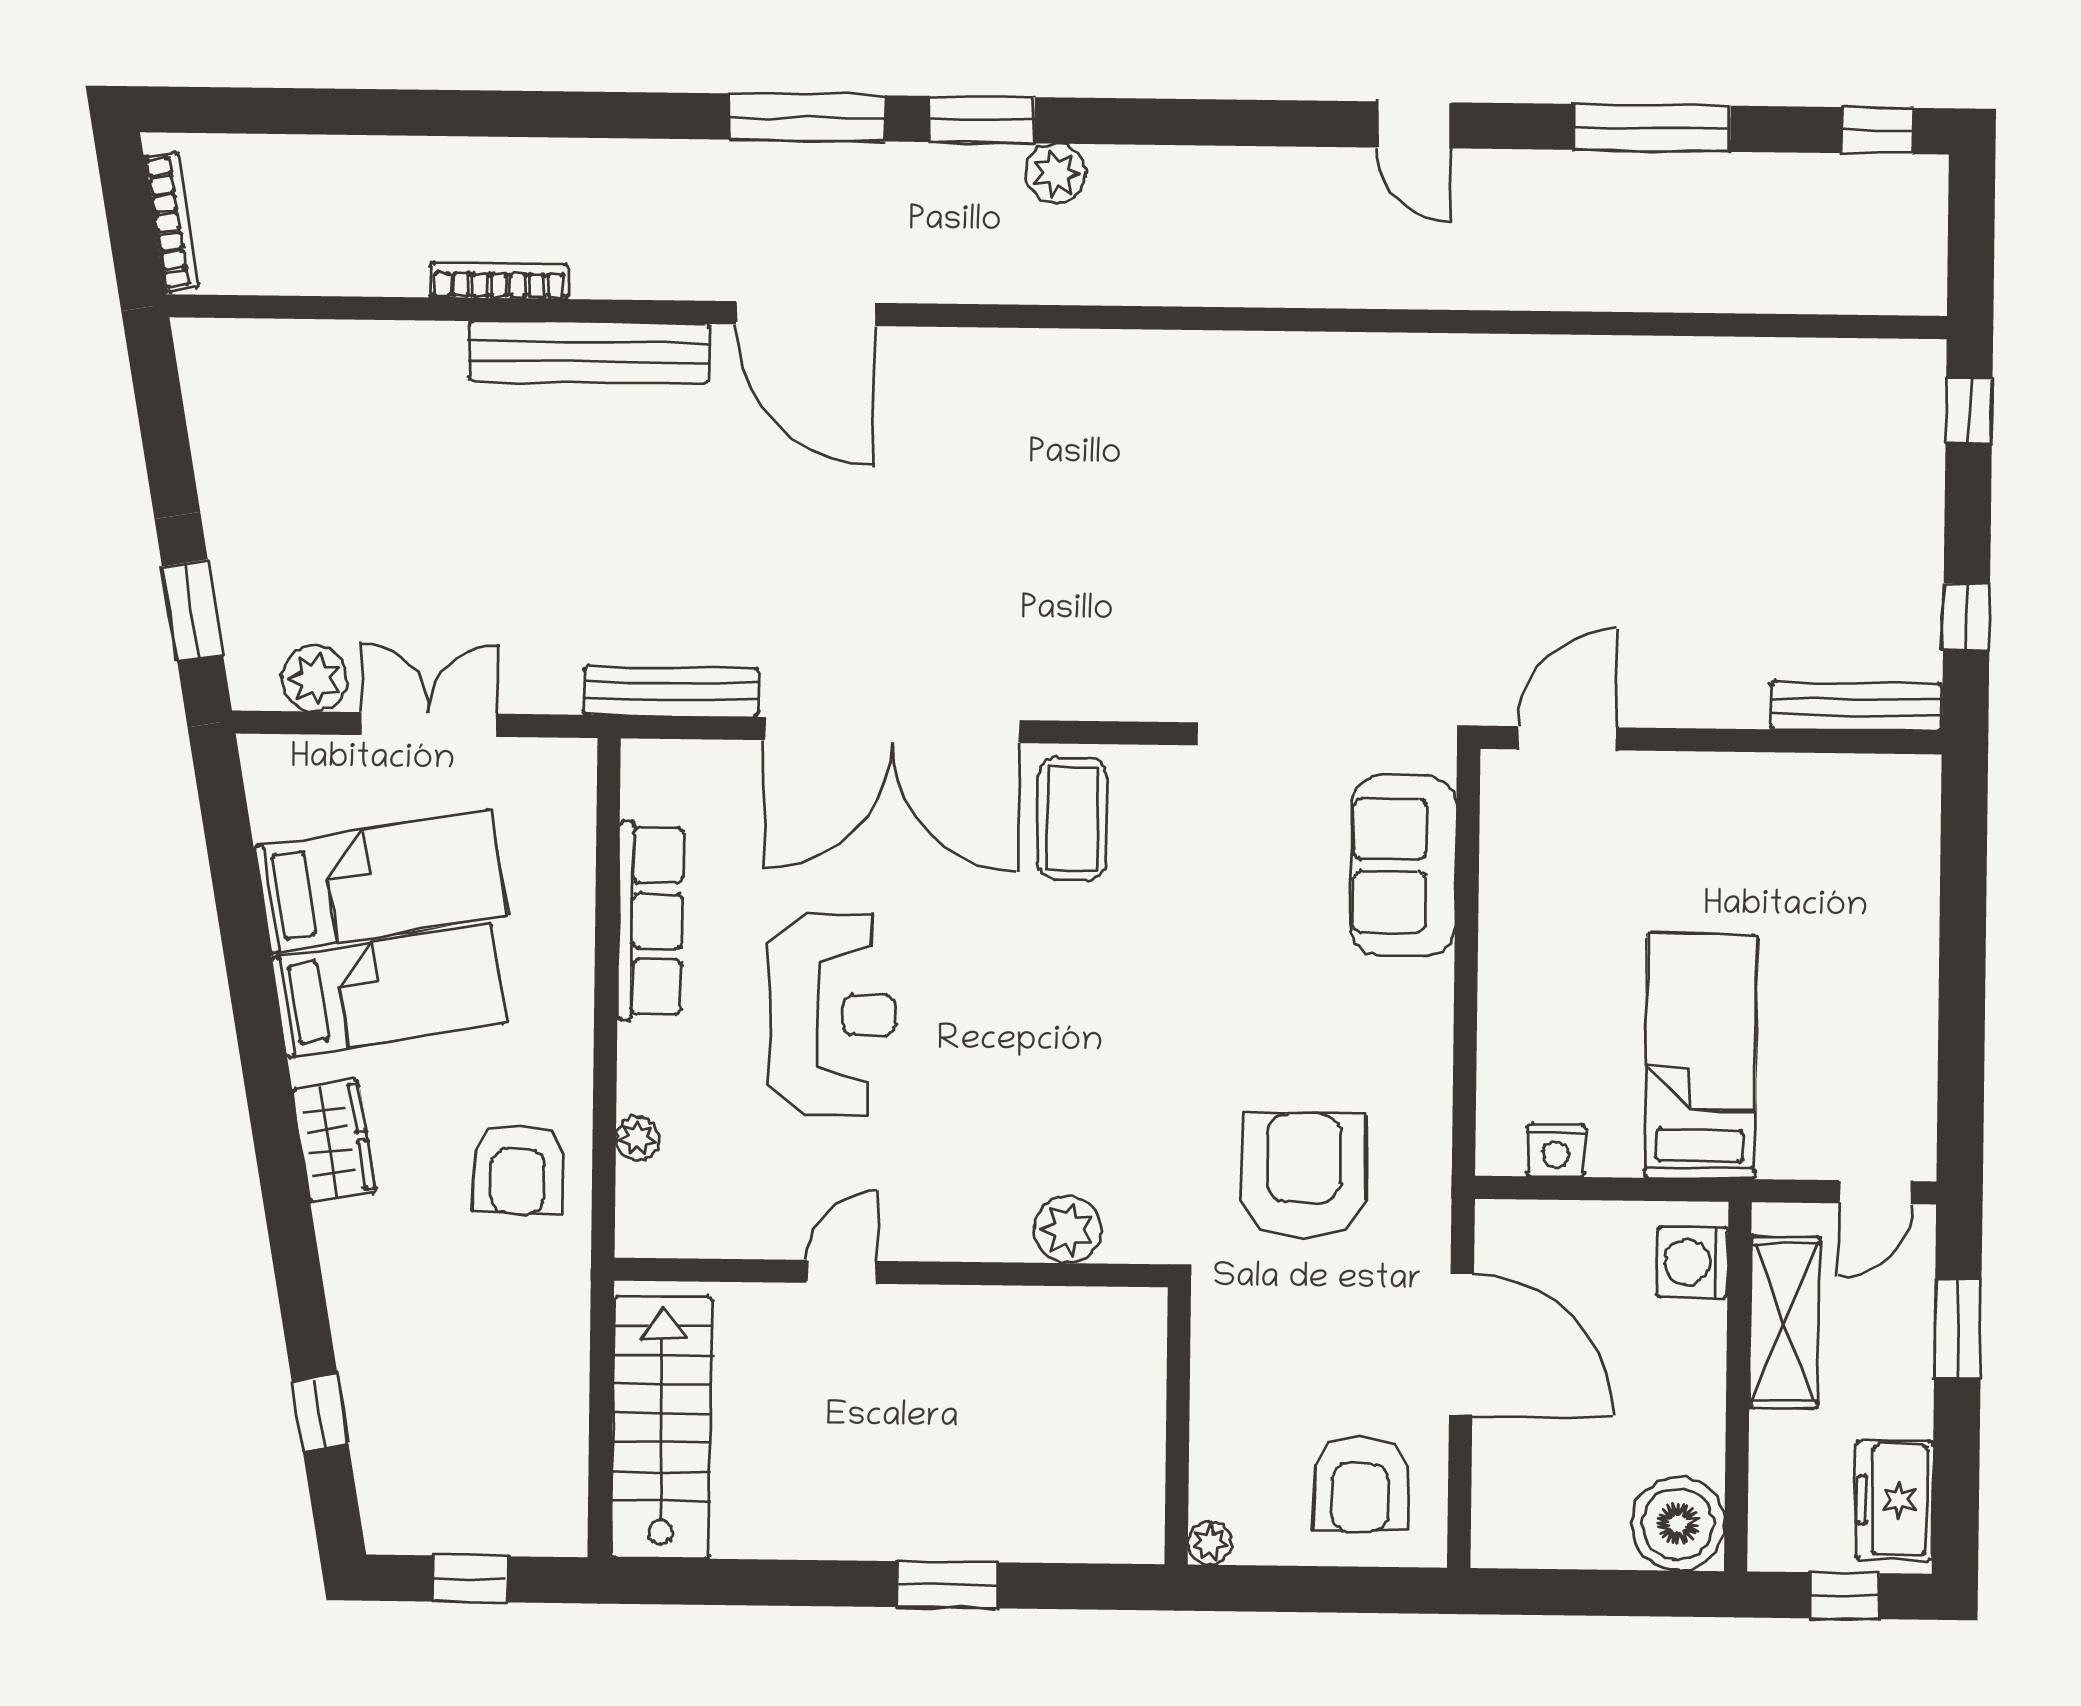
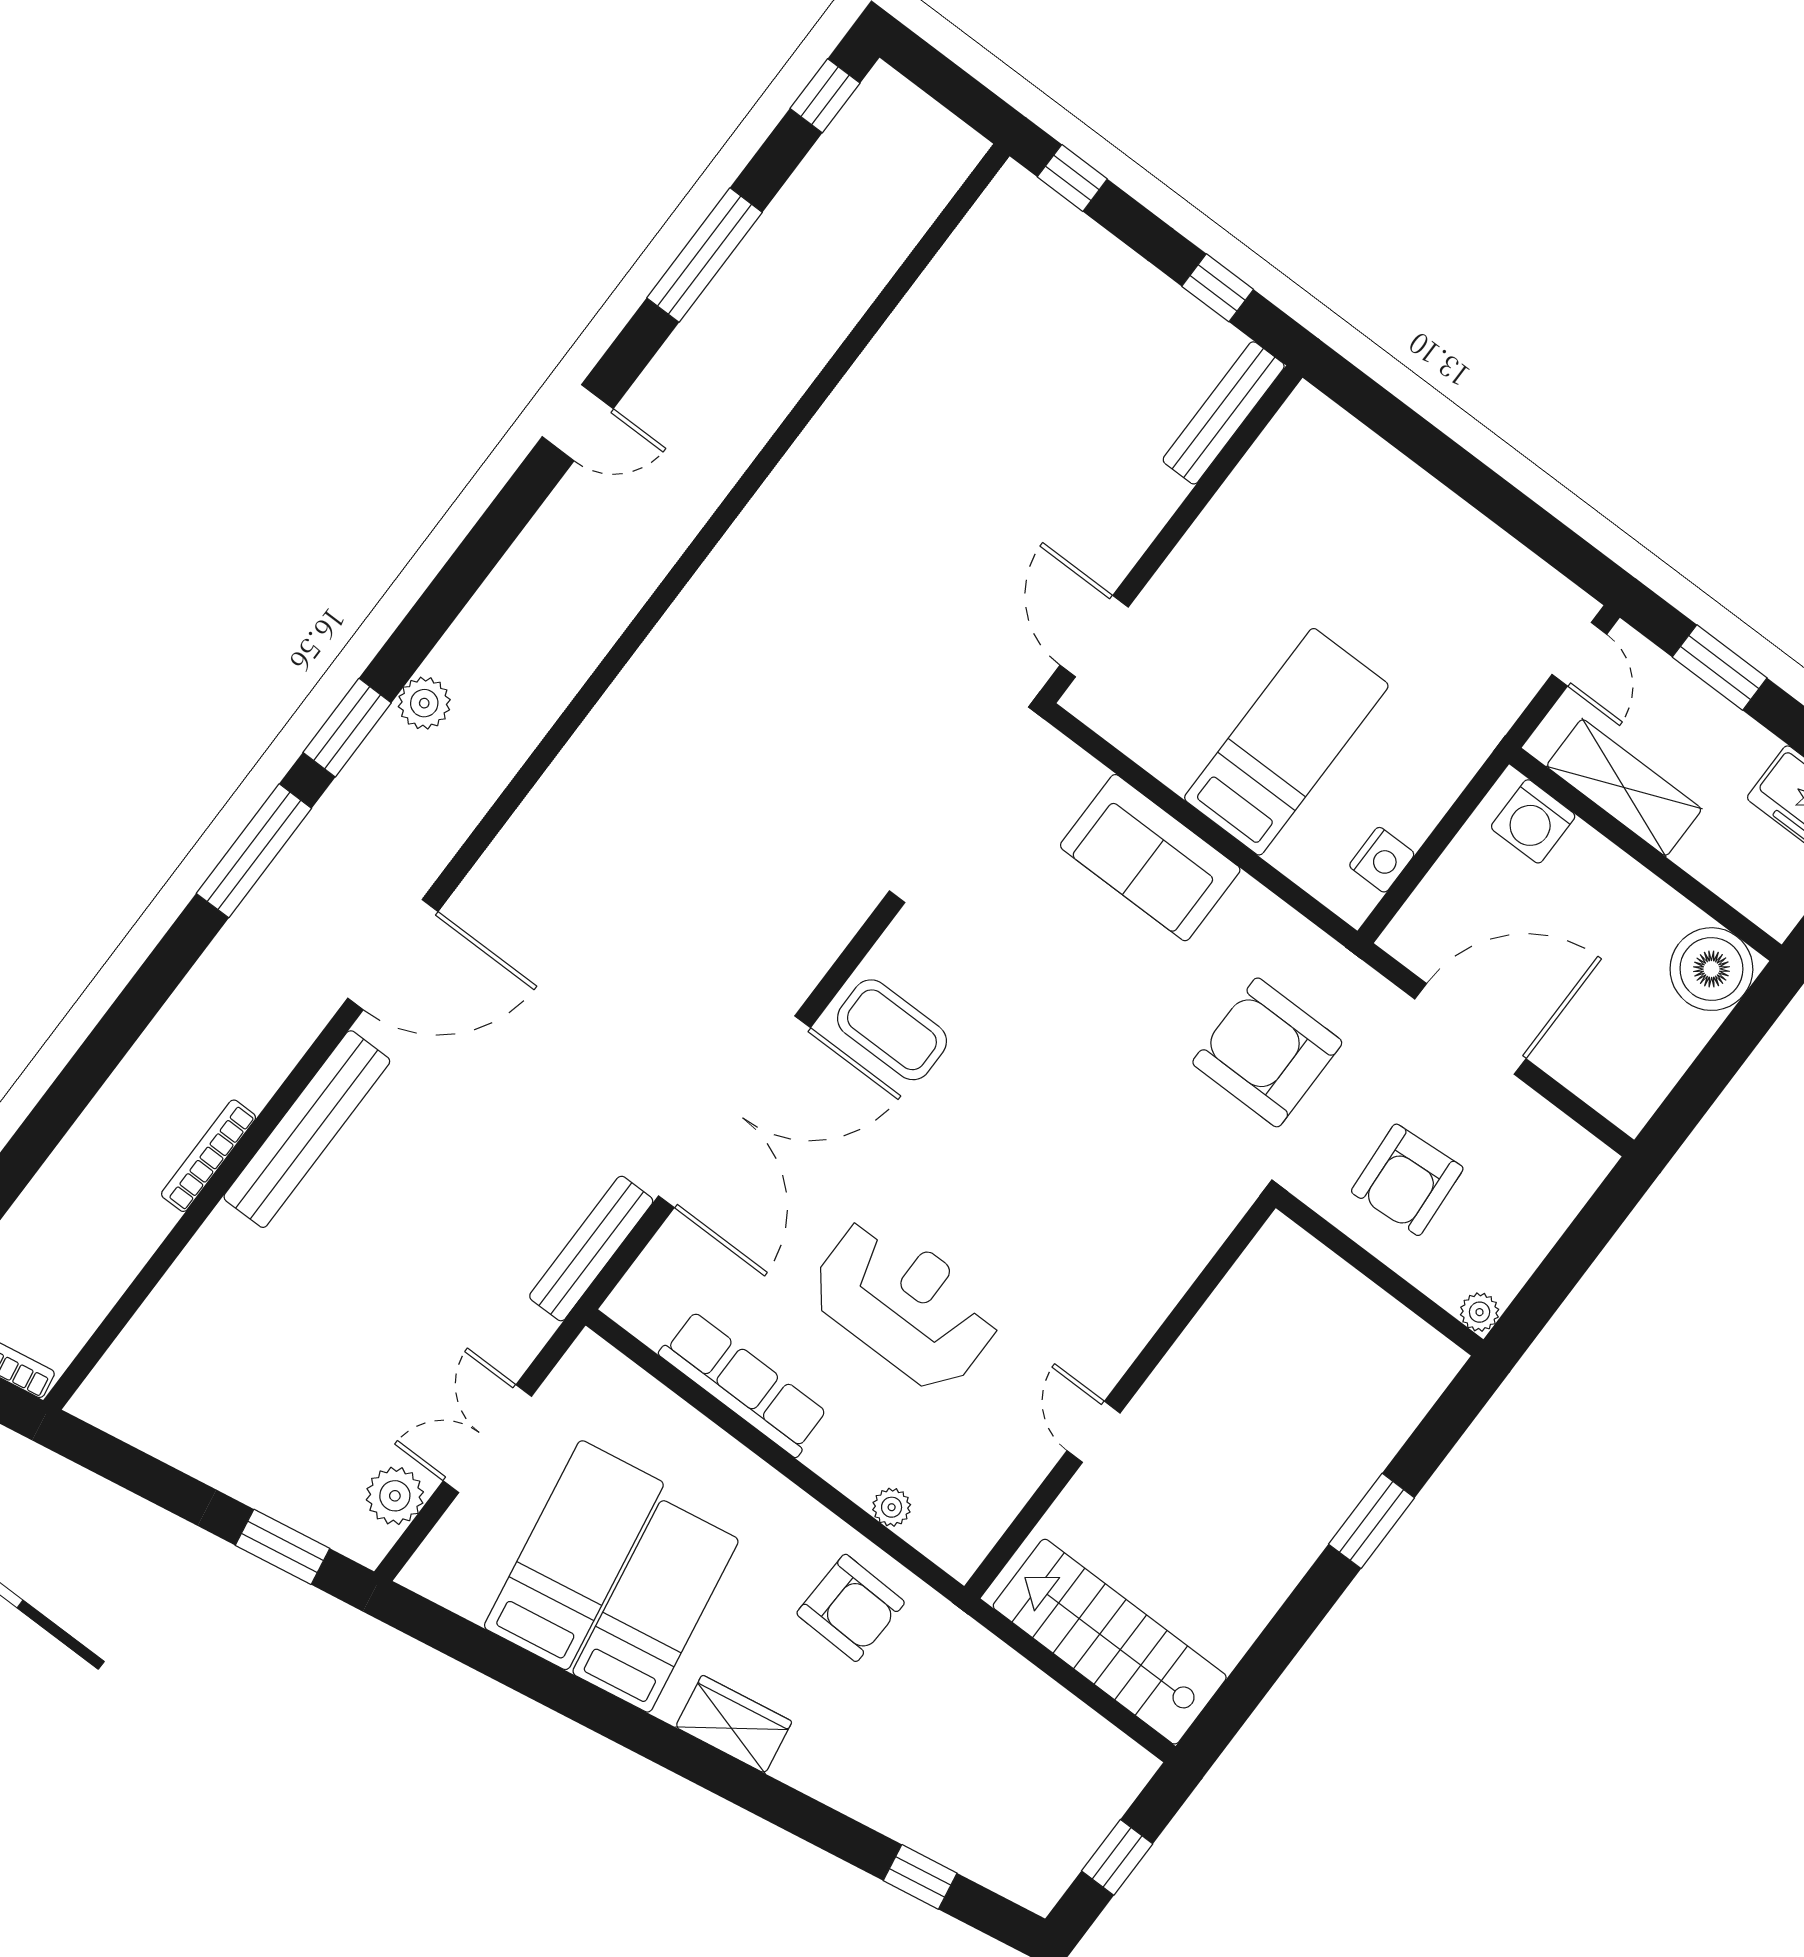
sofa: (1403, 865) -> (1150, 858), moved
bed: (1701, 1057) -> (1286, 742), moved, turned 90
plant: (1067, 1230) -> (1182, 1249), removed
armchair: (1360, 1484) -> (1407, 1180), moved, turned 86

